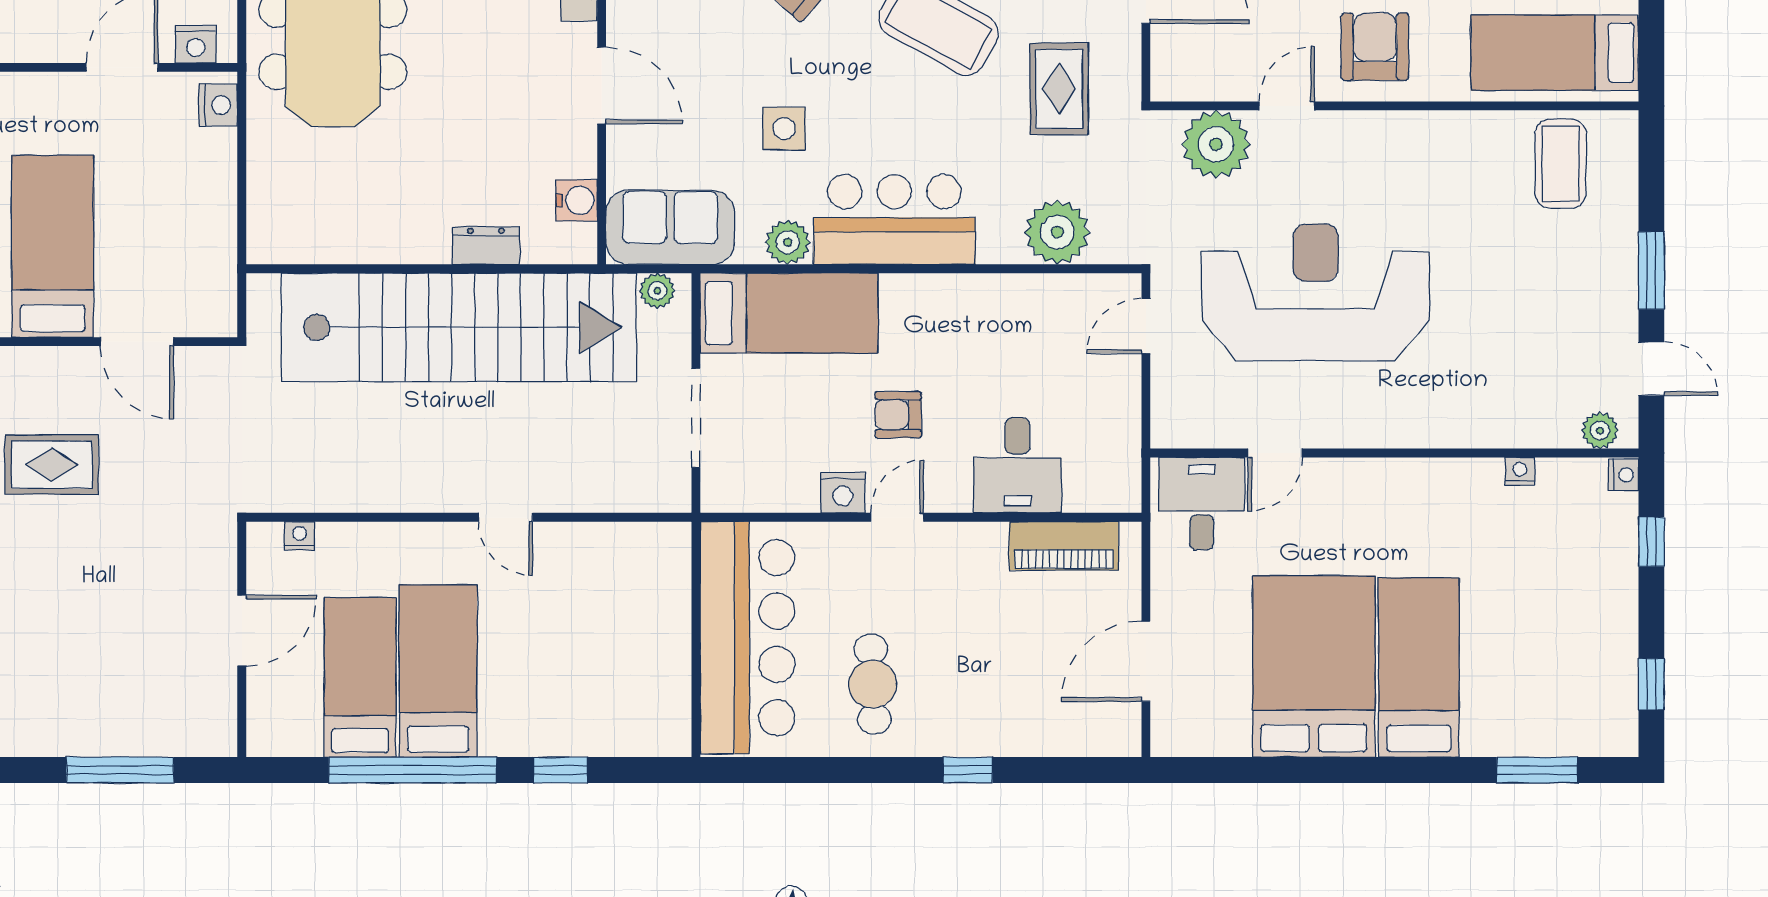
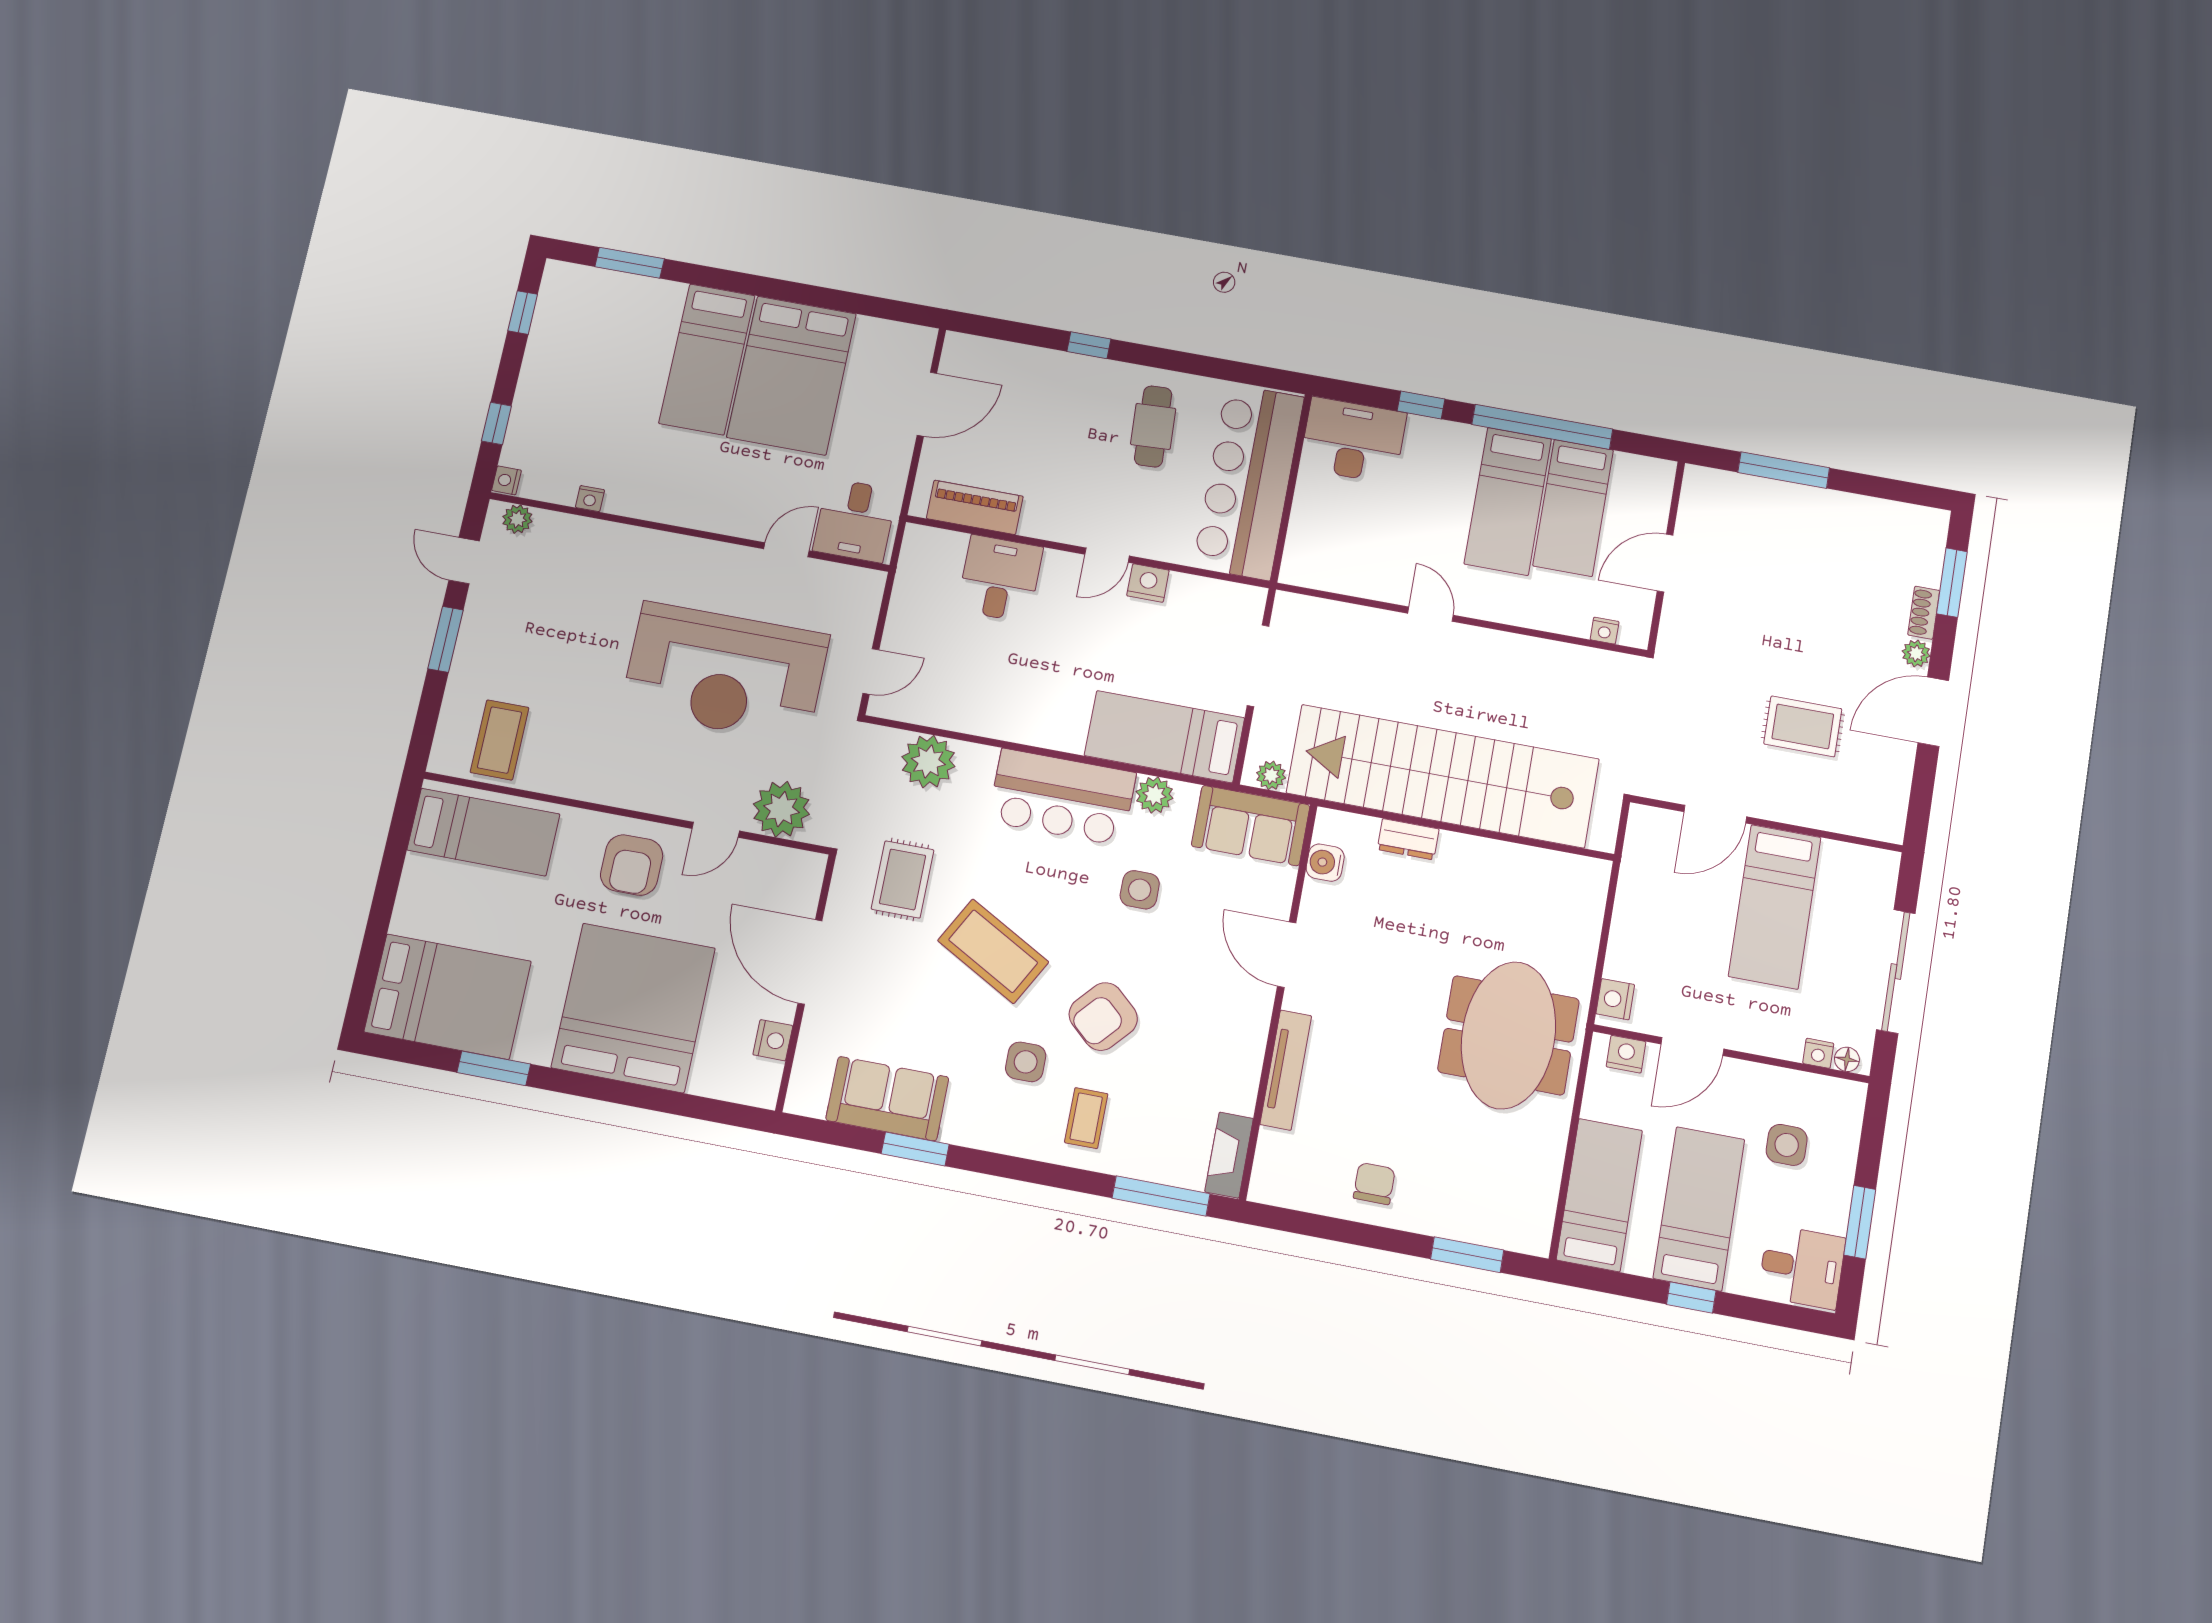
door: (137, 342) -> (1715, 814), swing flipped
armchair: (898, 415) -> (1090, 637), removed
desk: (633, 711) -> (1353, 440), added

